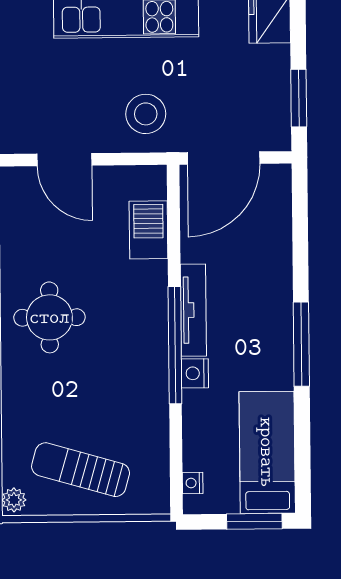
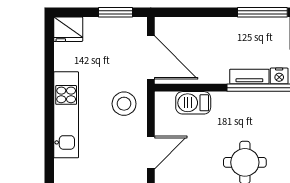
tv unit: (193, 310) -> (249, 77), width x0.71

